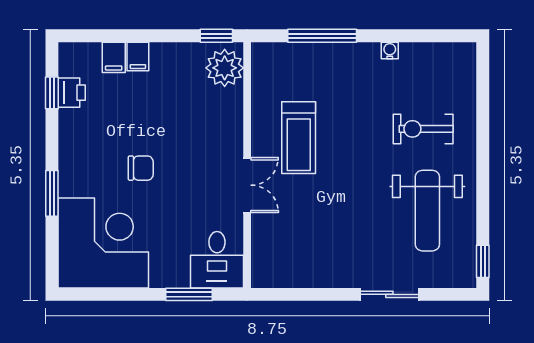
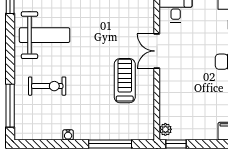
plant: (225, 68) -> (165, 129), width x0.53, depth x0.53
window: (483, 97) -> (10, 106), added
weight bench: (427, 211) -> (45, 35), turned 90

